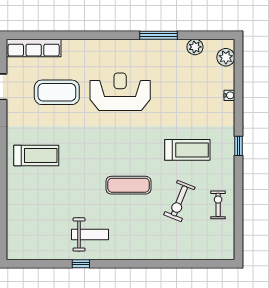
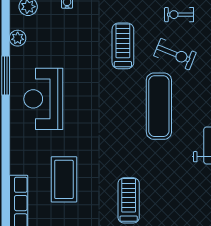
reception desk: (120, 92) -> (43, 99), moved
exercise mat: (128, 185) -> (159, 106), width x1.36, depth x1.45

